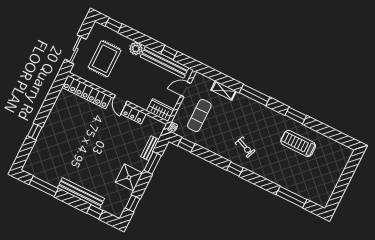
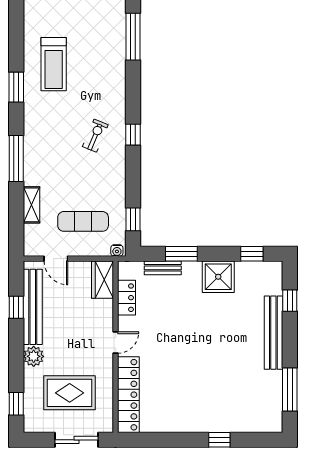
locker: (134, 114) -> (127, 298), moved

